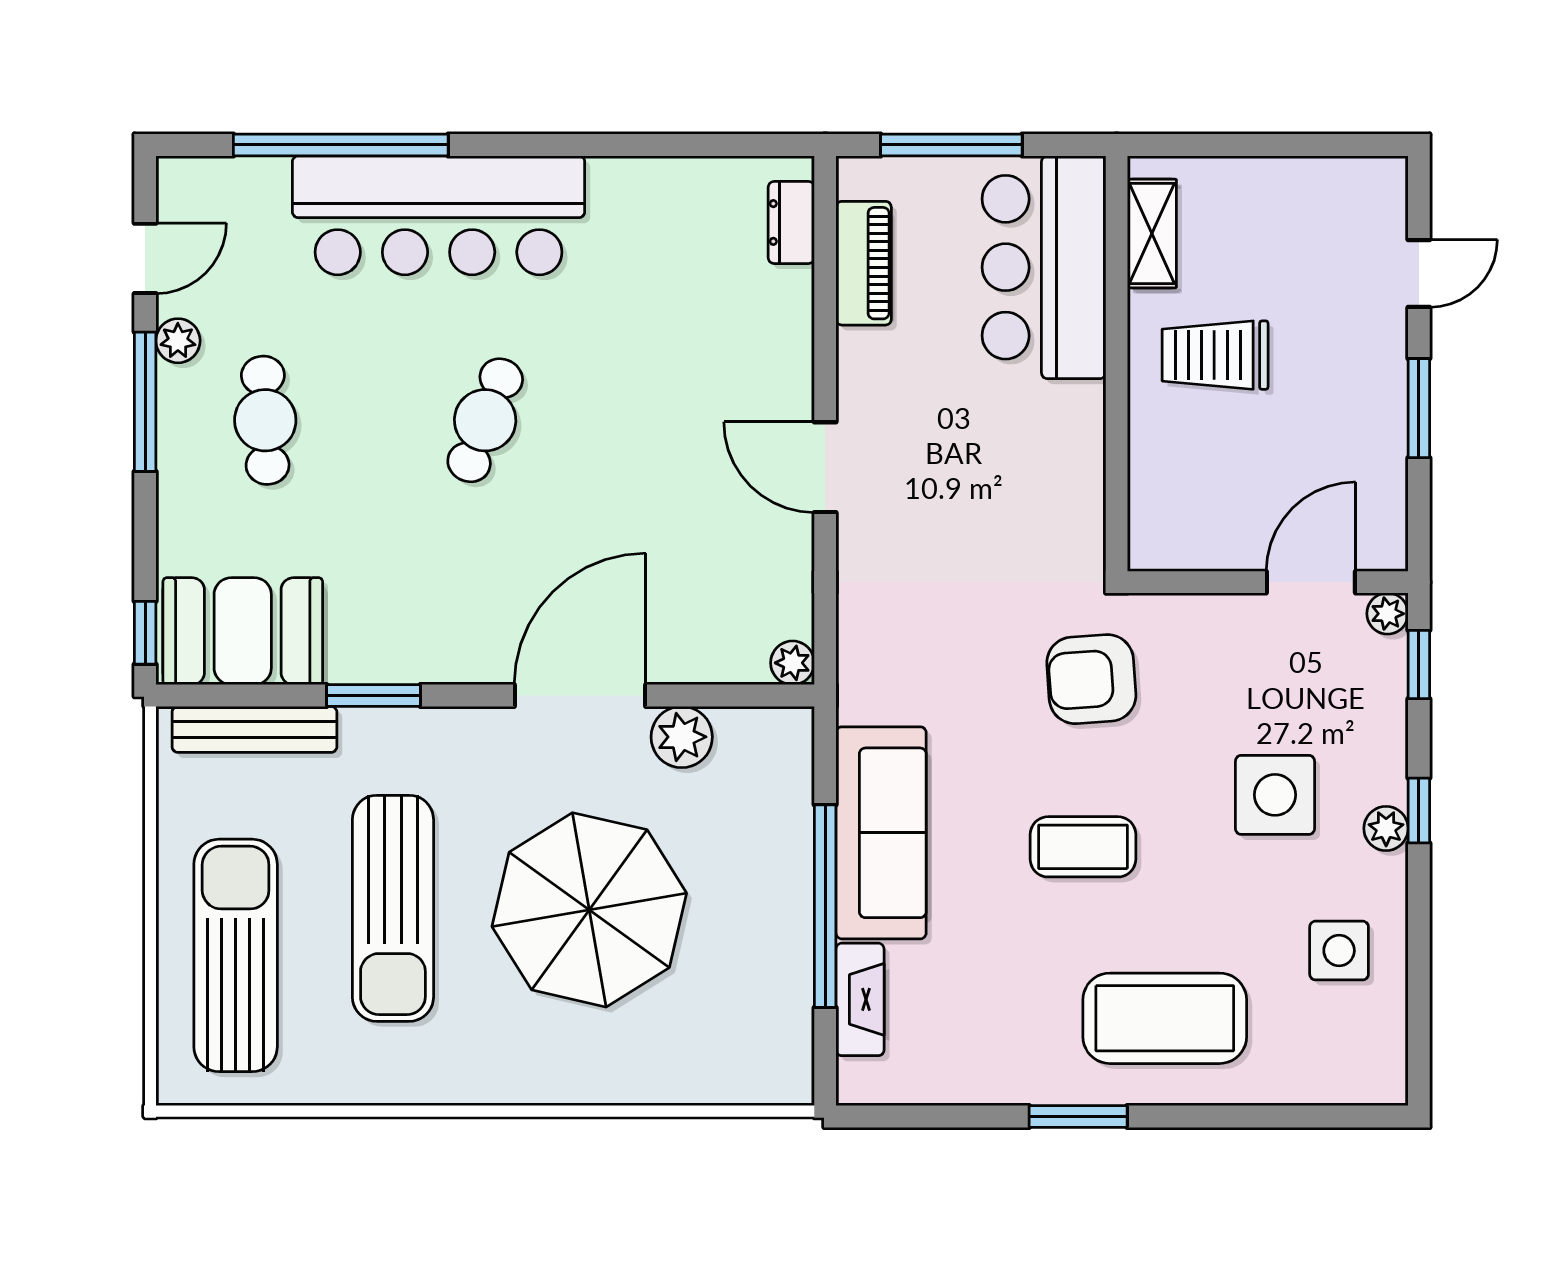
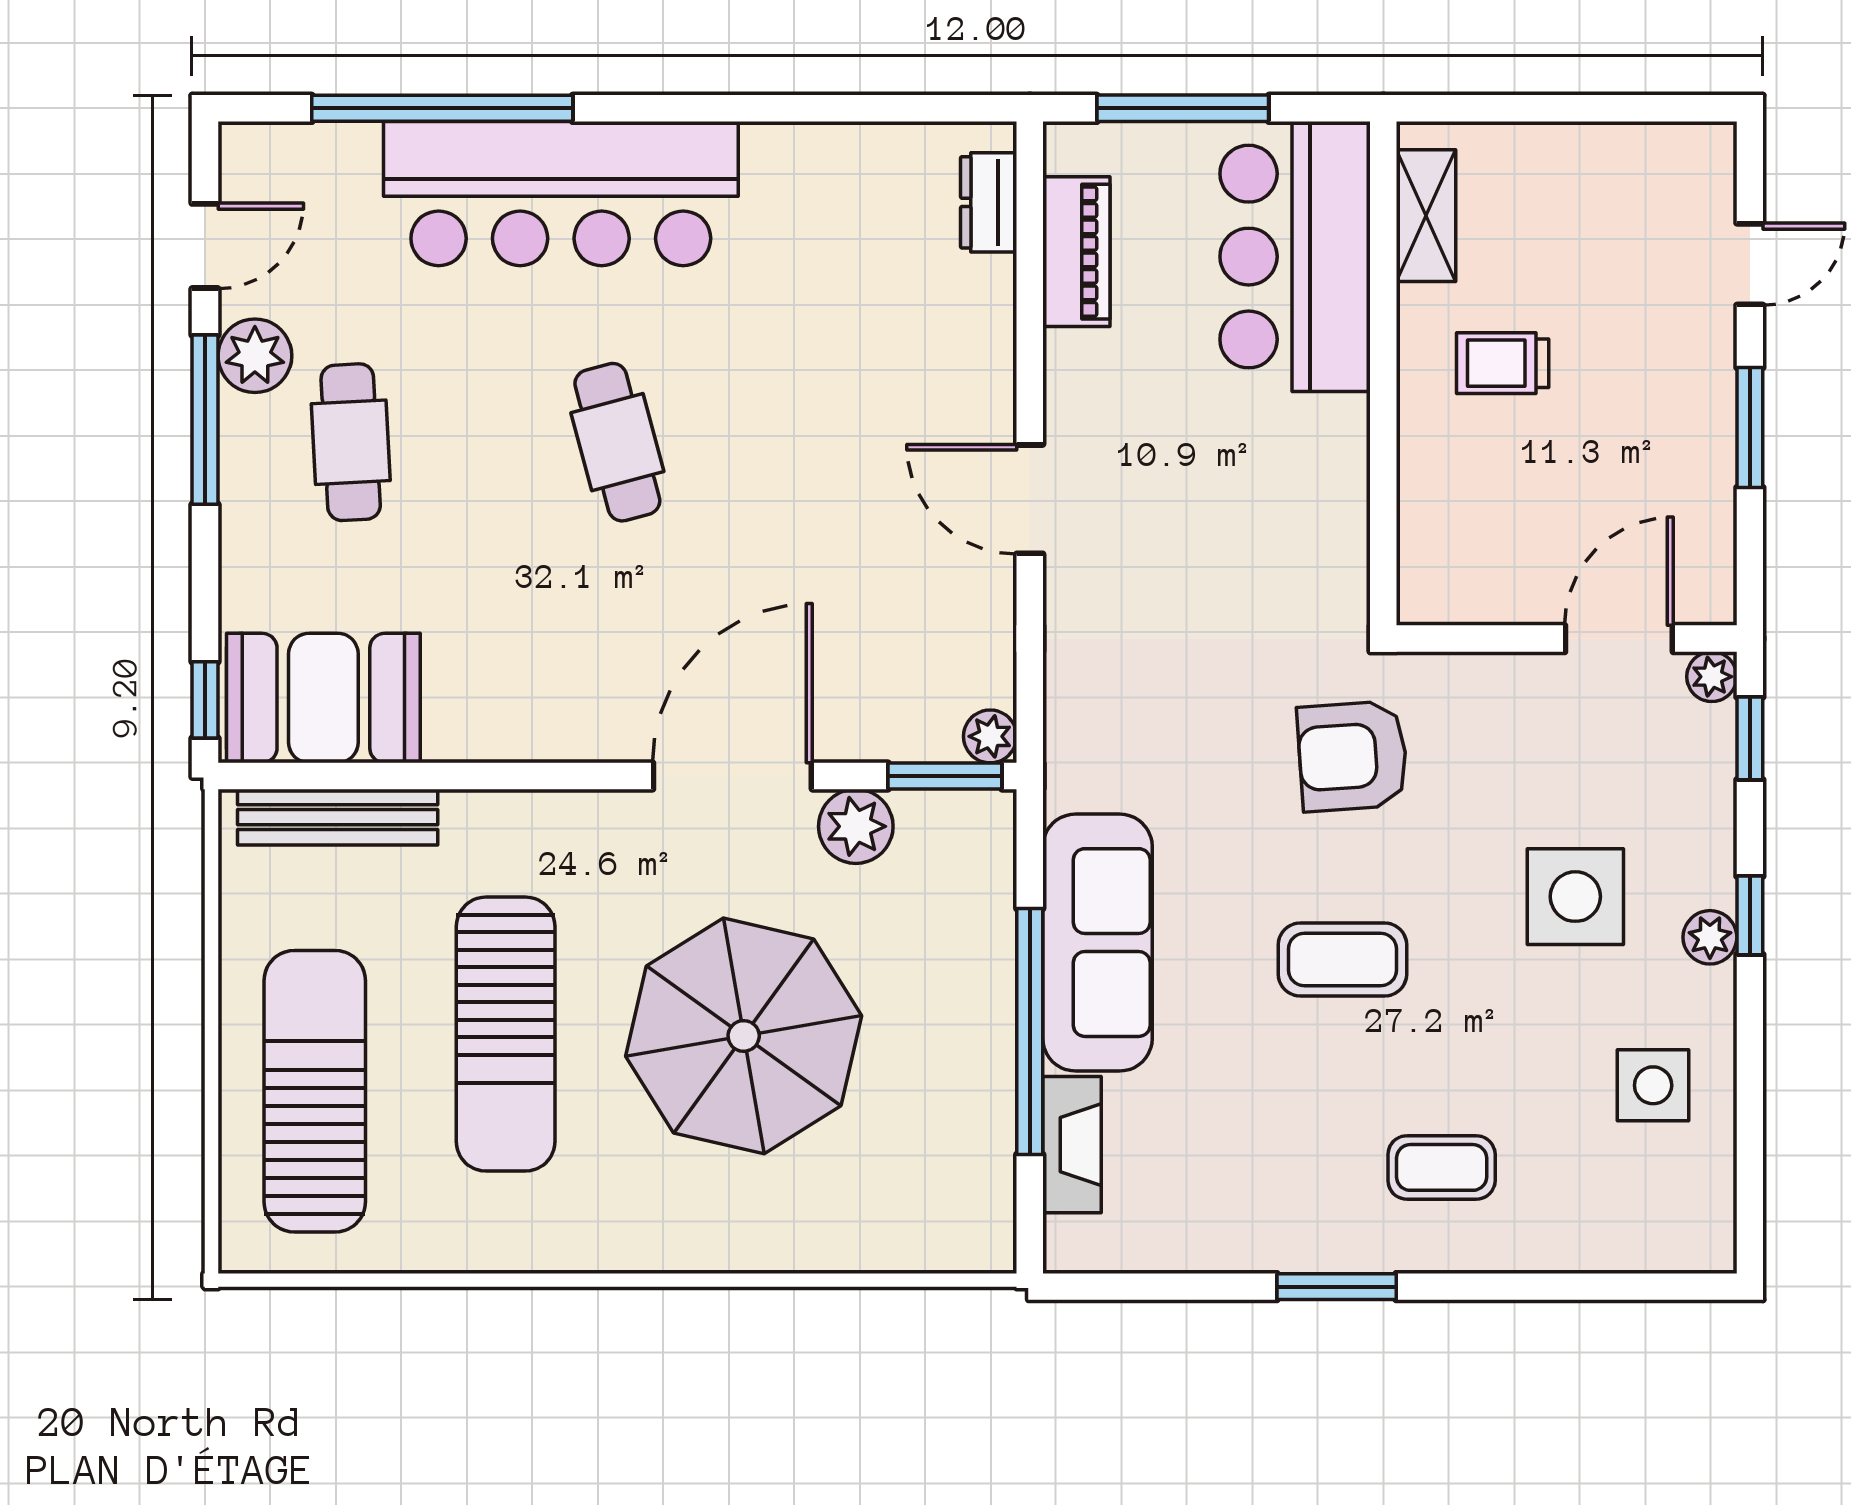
plant: (178, 341) -> (255, 356), width x1.38, depth x1.38
trolley: (1215, 355) -> (1503, 363), width x0.73, depth x0.72
cafe table: (485, 420) -> (617, 442), turned -36
window: (374, 696) -> (945, 776), moved
coffee table: (1165, 1018) -> (1442, 1167), width x0.54, depth x0.58

